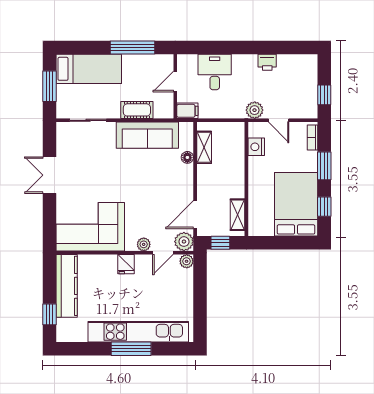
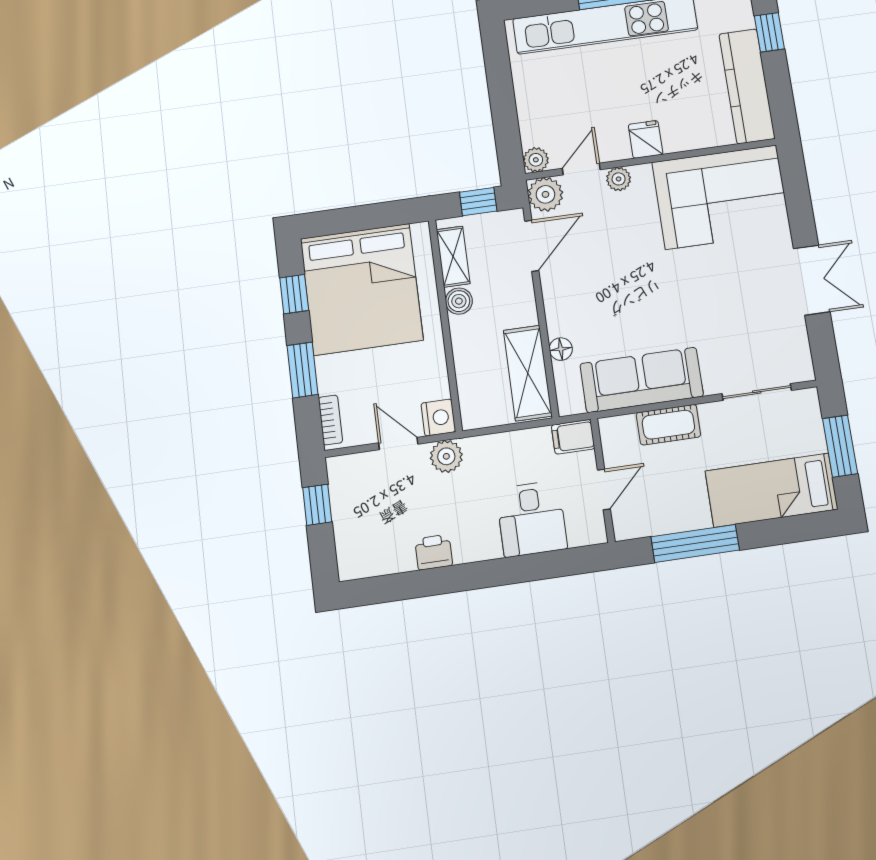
shelving: (204, 147) -> (528, 373), width x1.50, depth x1.33
nightstand: (256, 147) -> (438, 418), moved
boiler: (238, 190) -> (459, 301), added
bed: (296, 204) -> (362, 289), width x1.36

